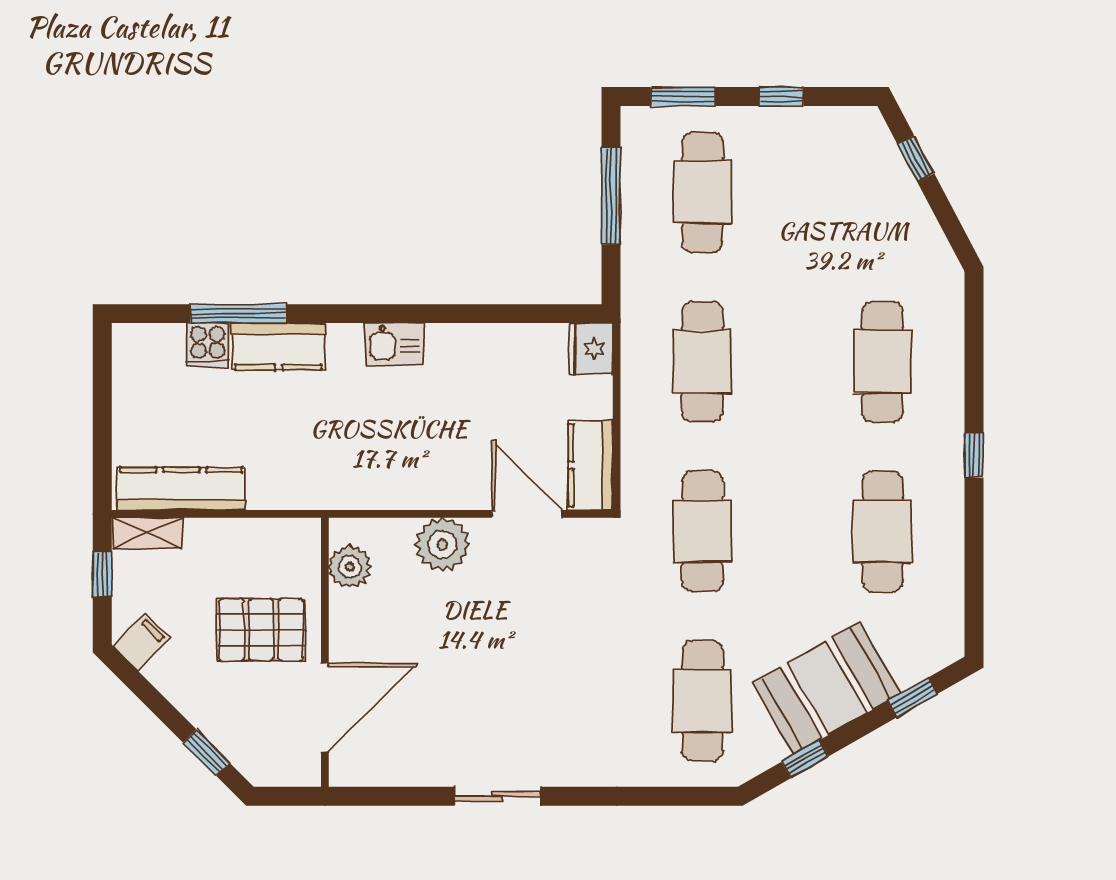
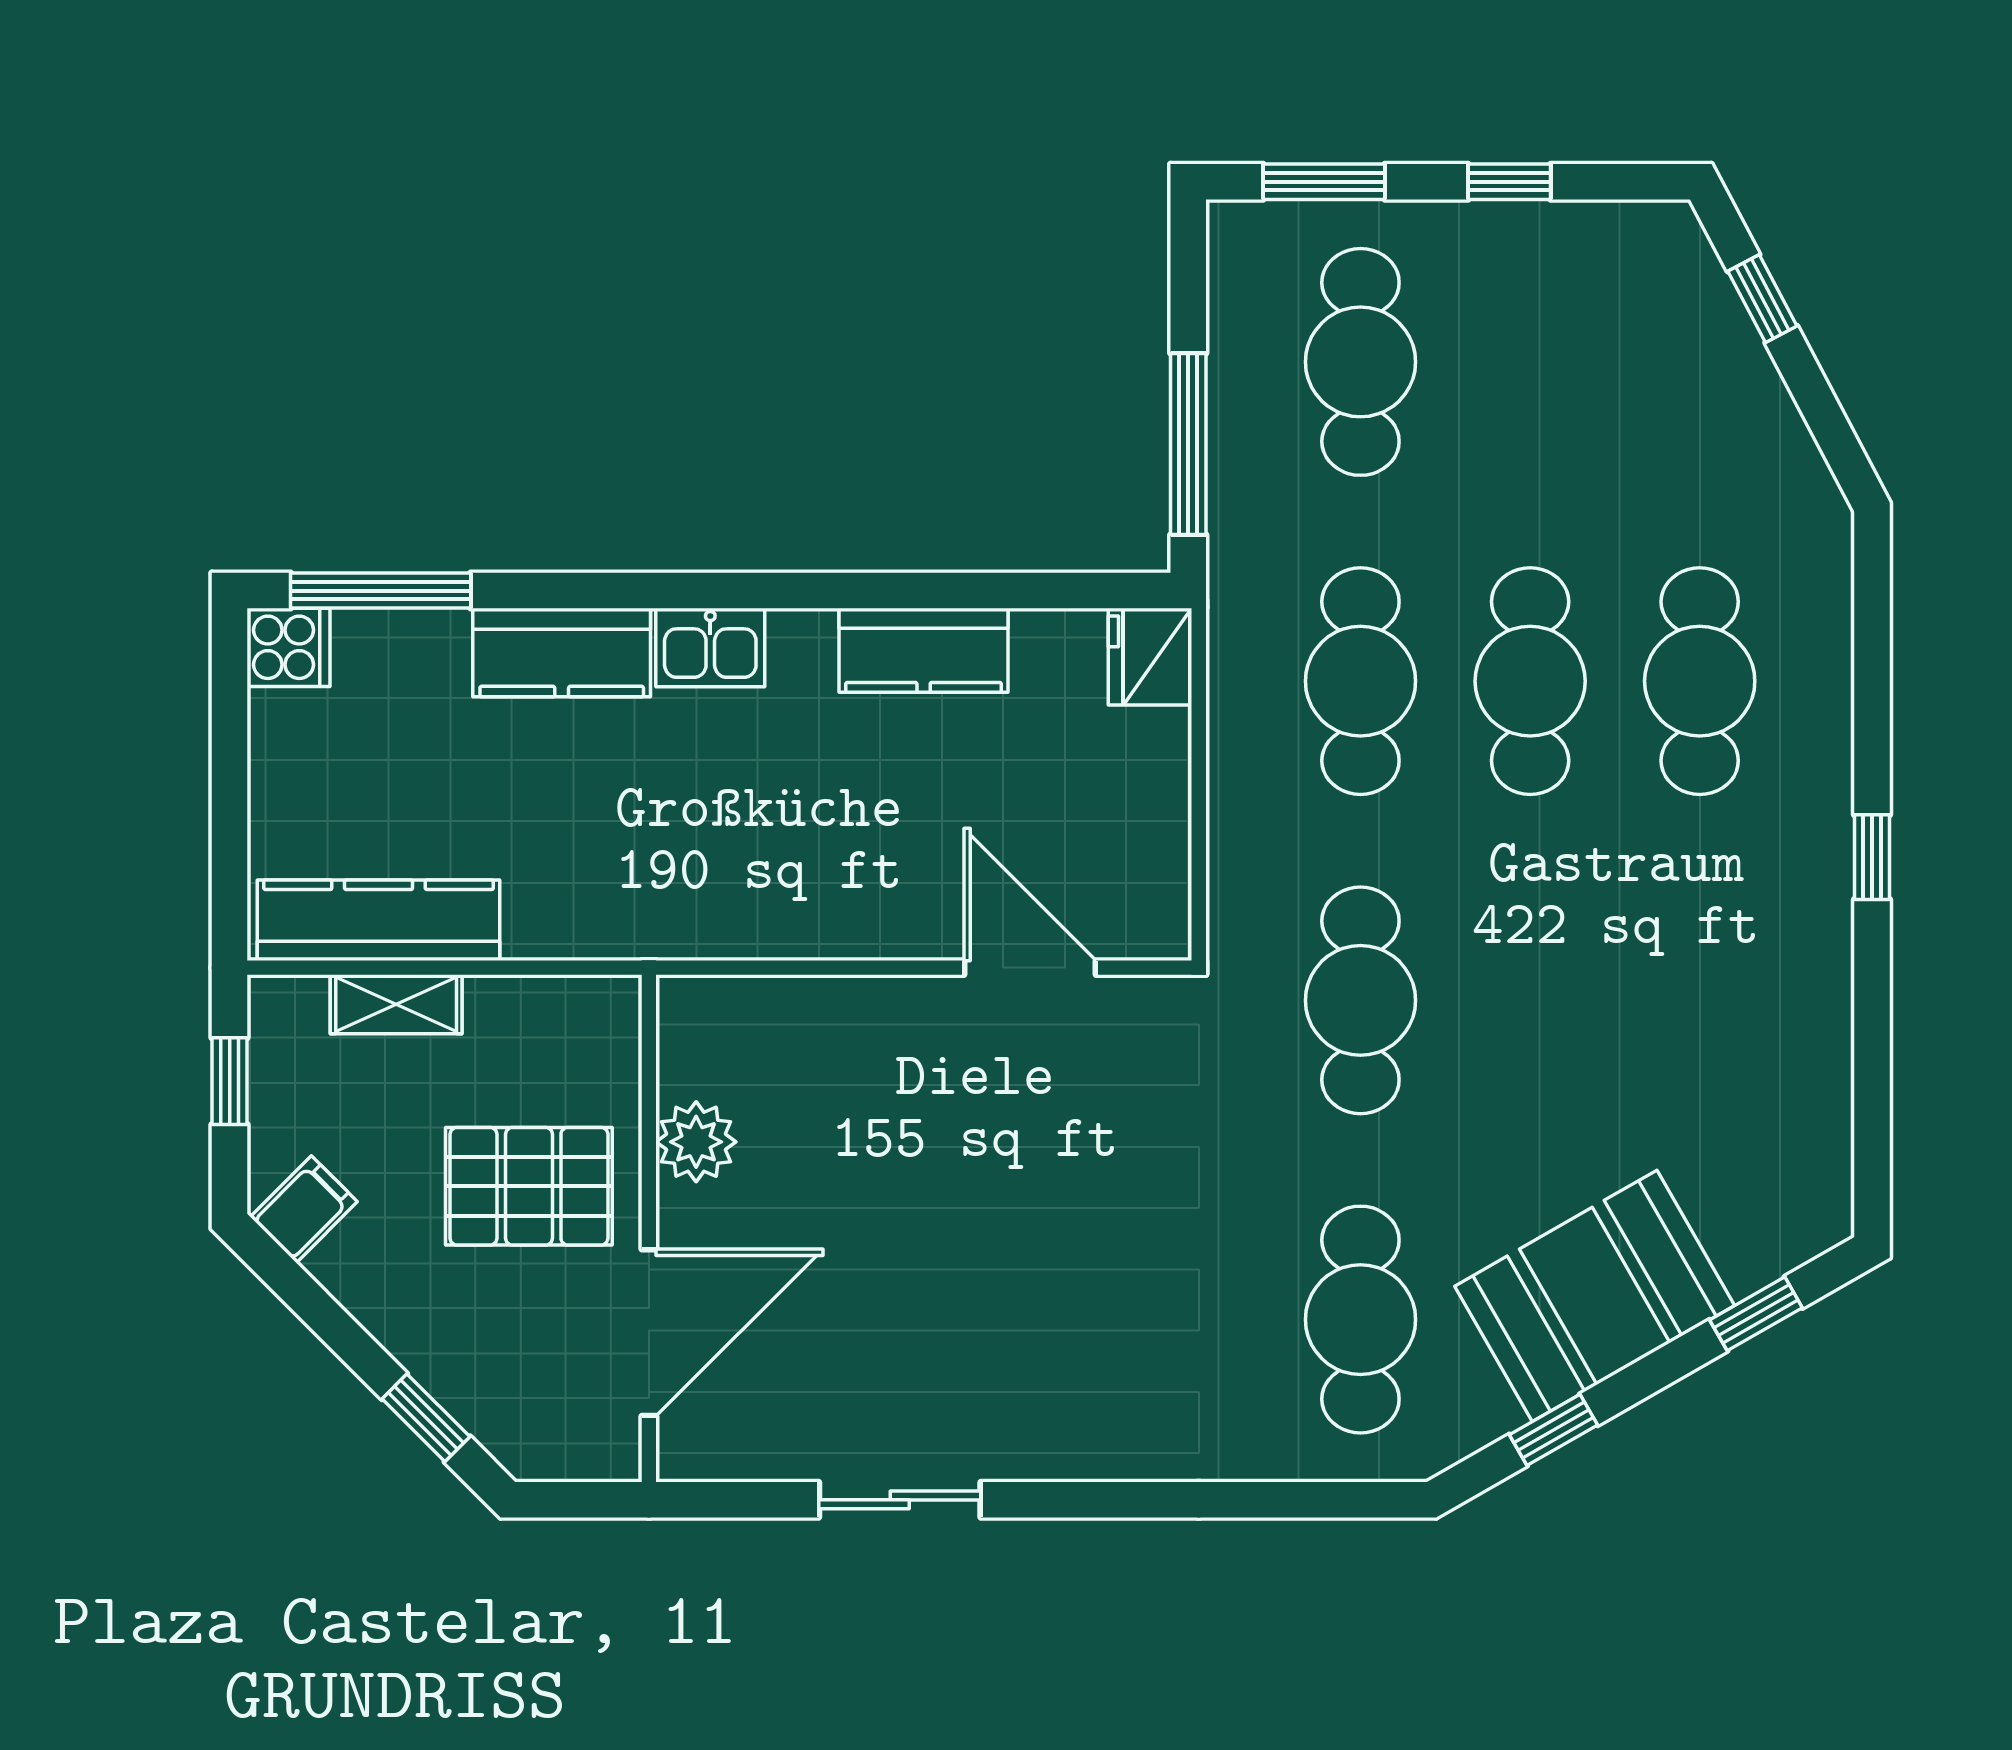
window: (611, 196) -> (1188, 444), moved
window: (238, 314) -> (381, 591), moved
kitchen sink: (394, 344) -> (710, 648), moved
cooker: (208, 345) -> (288, 647), moved, turned -90
kitchen counter: (591, 465) -> (924, 650), moved, turned -90
cafe table: (883, 531) -> (1530, 681), moved
shelving: (147, 533) -> (396, 1004), moved
plant: (442, 545) -> (870, 1026), removed
plant: (350, 567) -> (696, 1142), moved
sliding door: (497, 796) -> (900, 1500), moved

